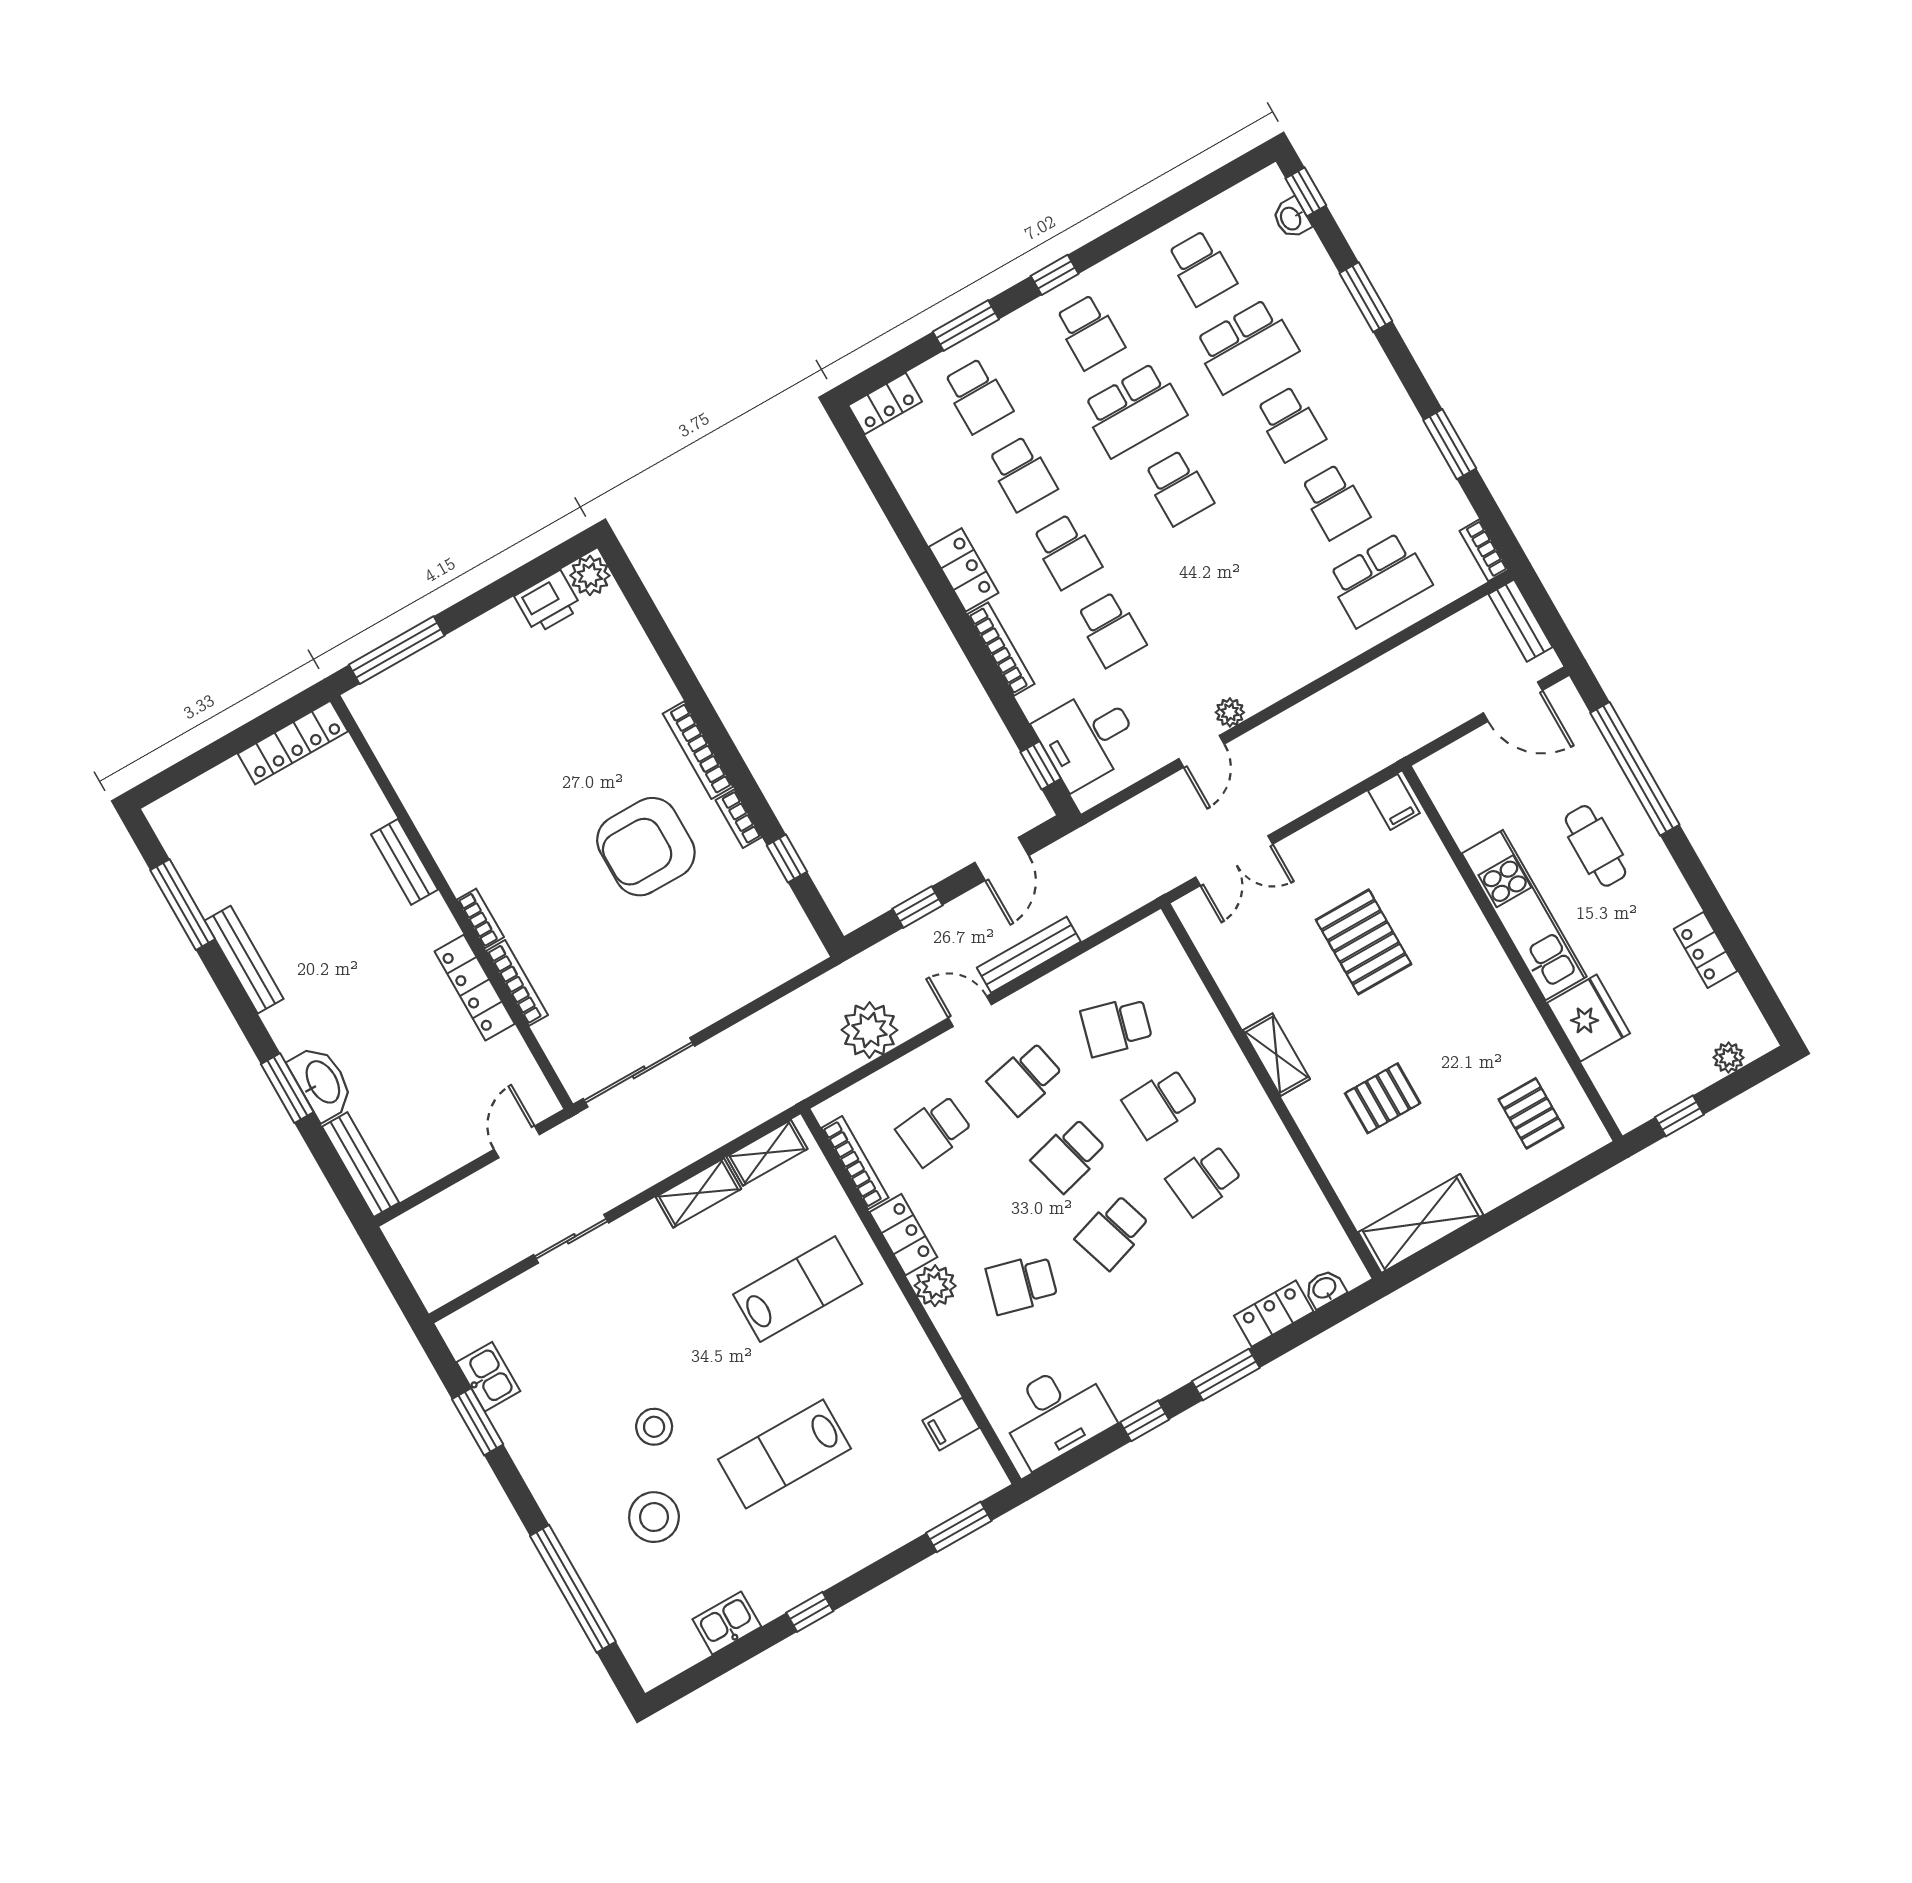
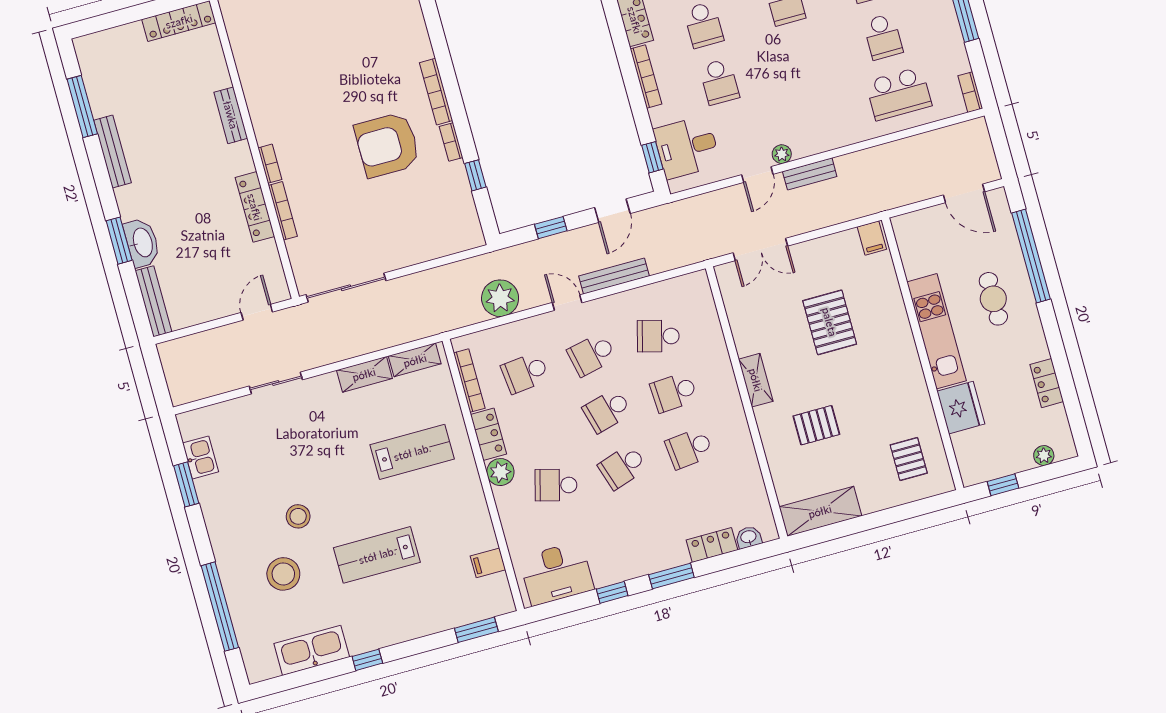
bench: (1520, 621) -> (810, 174), moved, turned 90
kitchen sink: (727, 1623) -> (312, 650), width x1.88, depth x1.24

